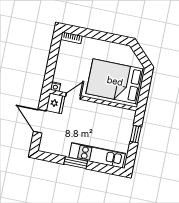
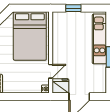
door: (73, 96) -> (51, 71), swing flipped

